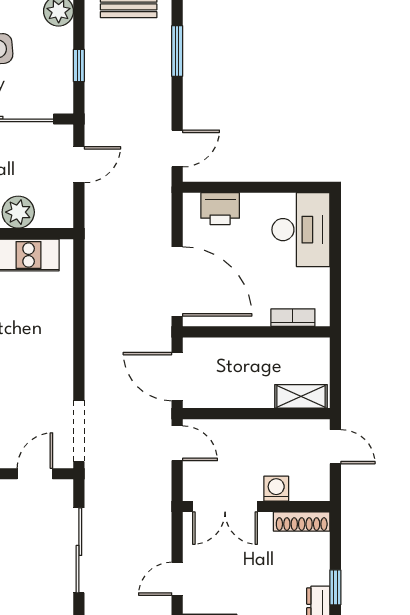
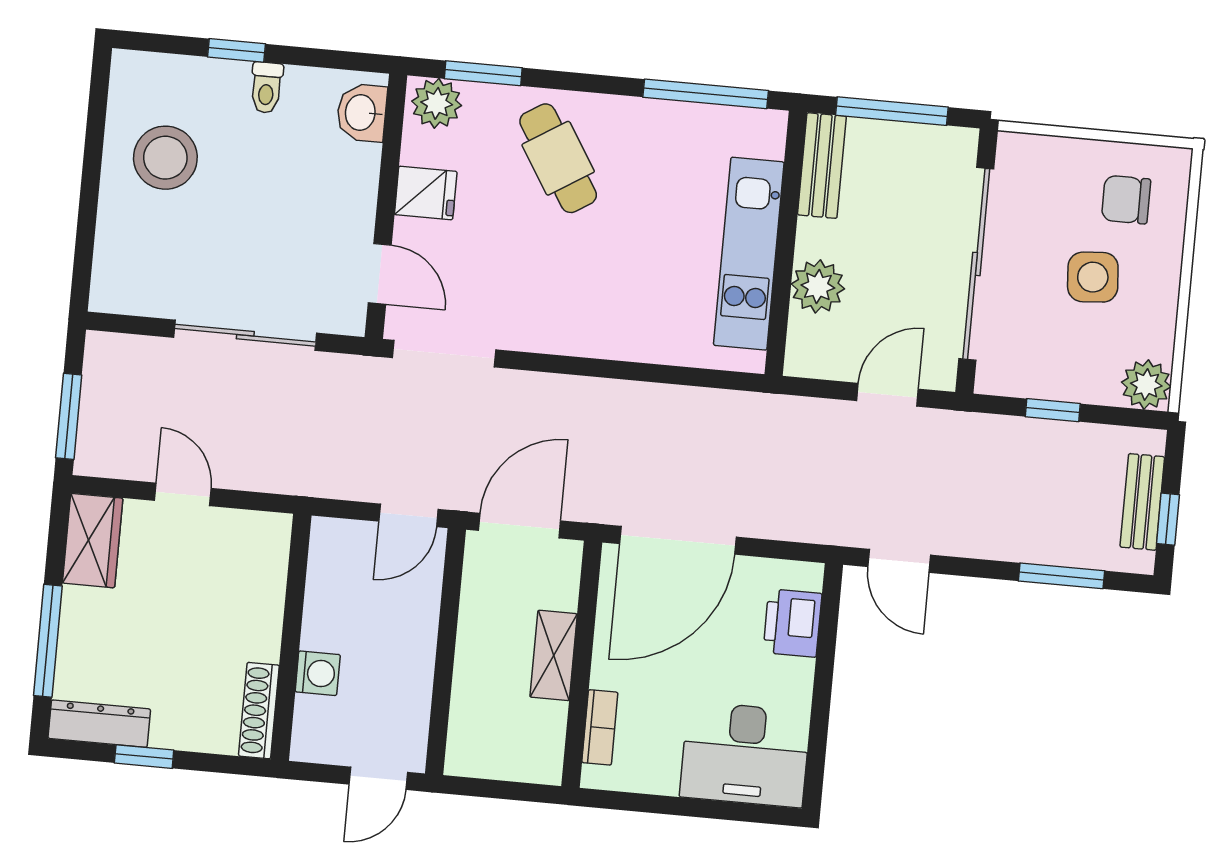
door: (79, 165) -> (887, 395), swing flipped
shelving: (301, 396) -> (554, 655), moved
double door: (225, 506) -> (296, 585), removed

